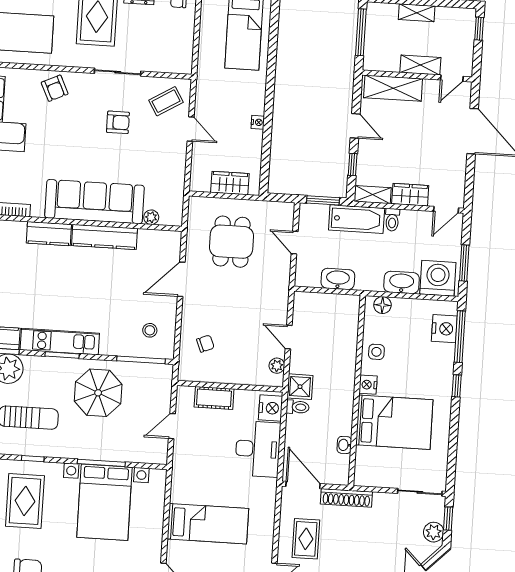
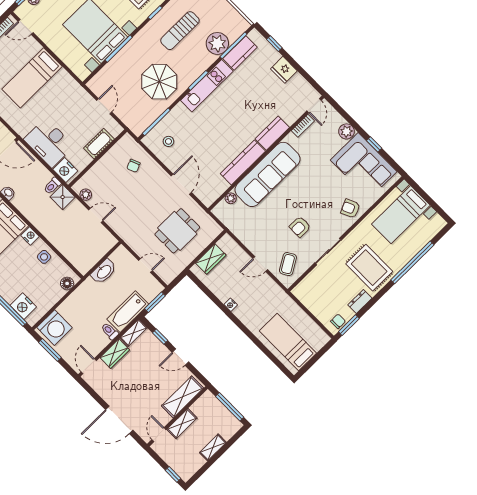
dining table: (231, 242) -> (177, 231), turned 90
washbasin: (402, 282) -> (70, 305), removed

